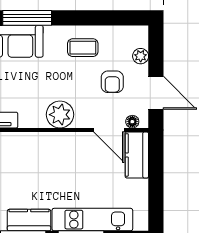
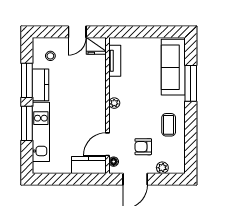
plant: (60, 115) -> (114, 103), width x0.53, depth x0.53

